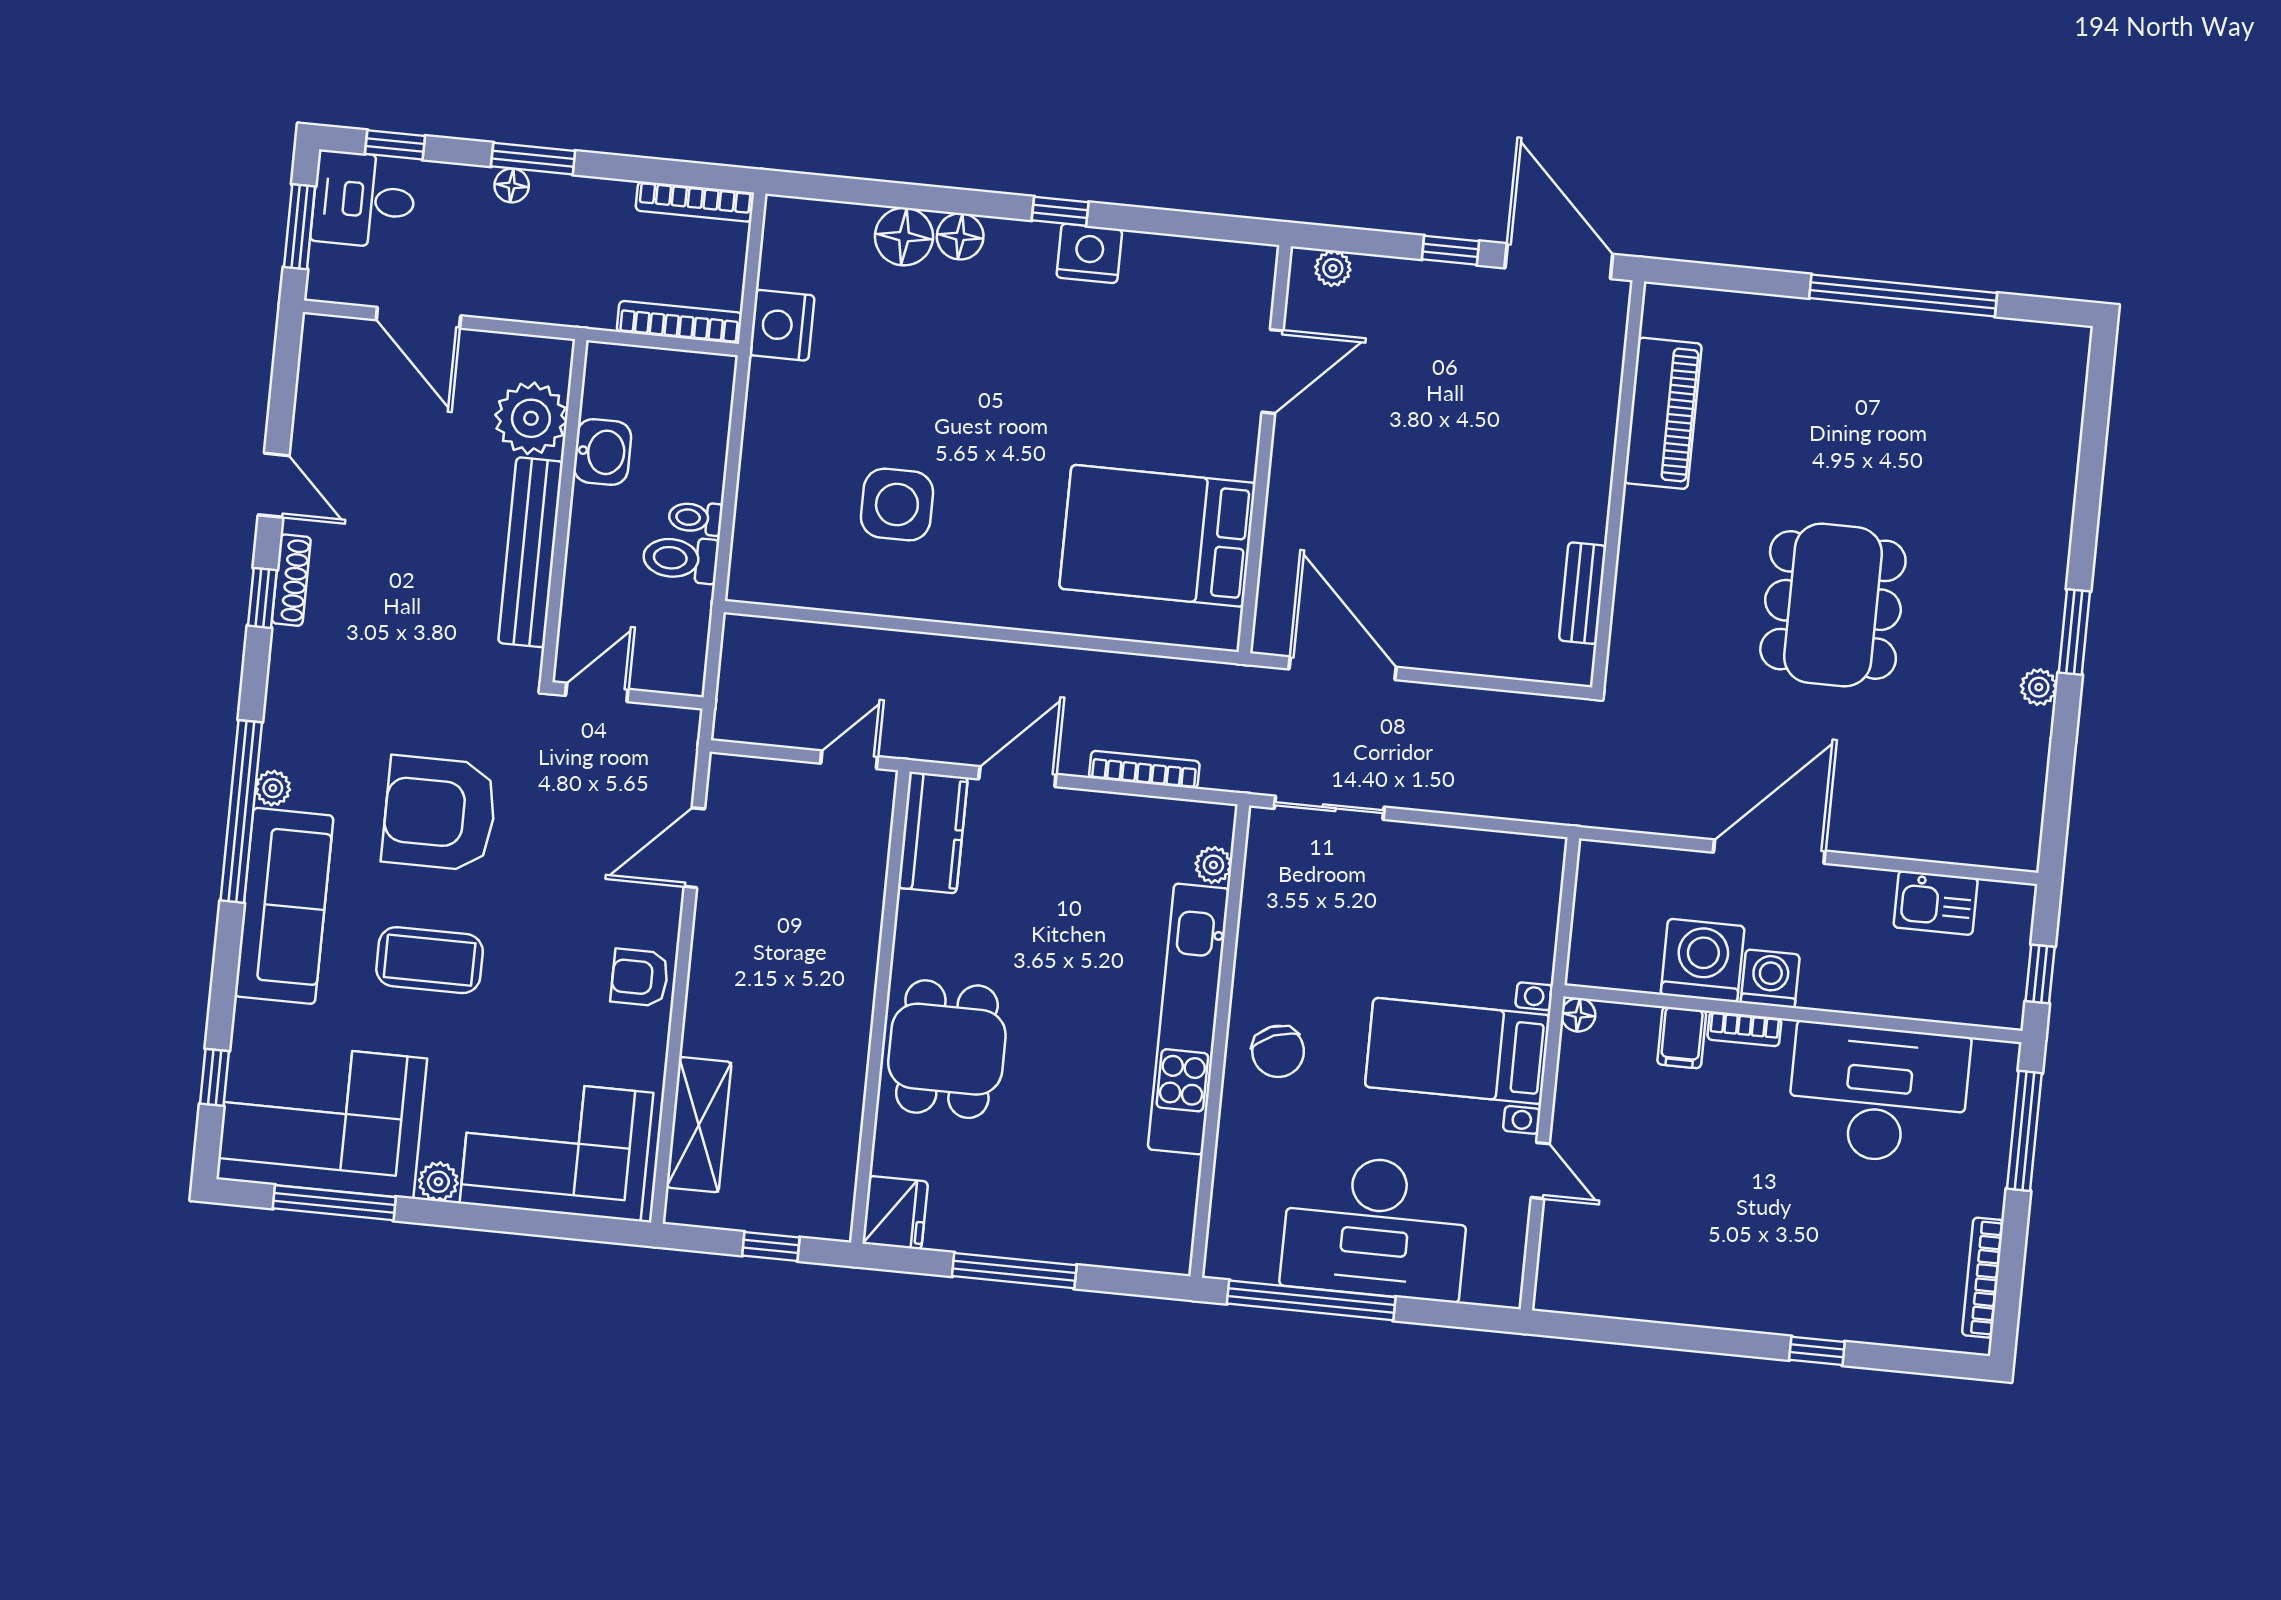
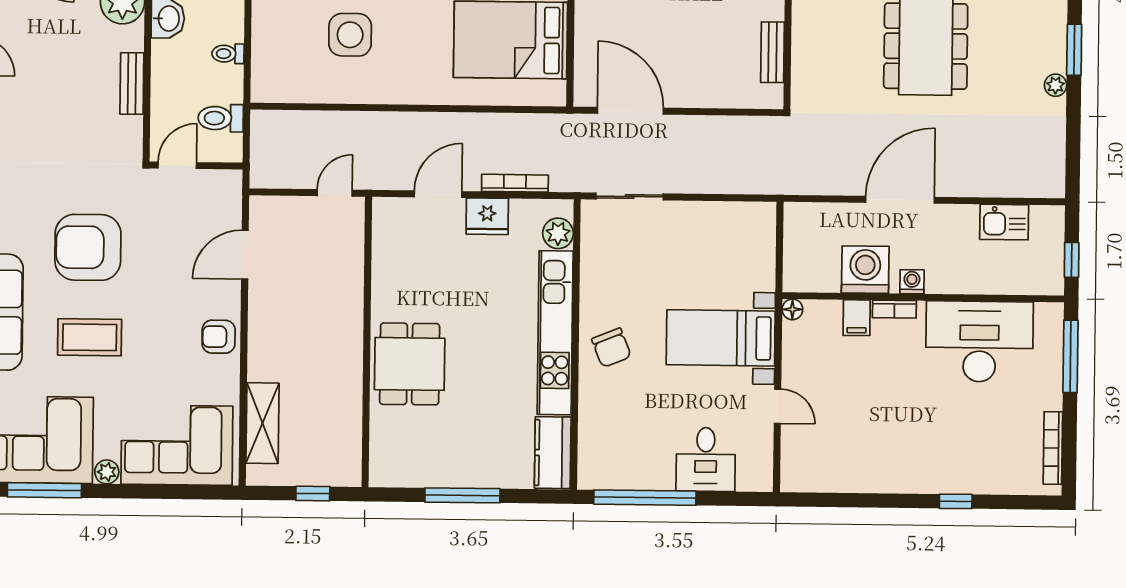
bench: (531, 552) -> (132, 83), width x0.54, depth x0.82
toilet: (681, 559) -> (221, 118), moved
kitchen counter: (933, 833) -> (553, 453), moved, turned 180
plant: (1213, 865) -> (558, 233), width x1.38, depth x1.38
washing machine: (1770, 979) -> (912, 282), width x0.73, depth x0.73
fridge: (895, 1213) -> (487, 216), moved, turned 90
desk: (1375, 1227) -> (706, 459), width x0.53, depth x0.77

